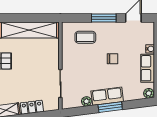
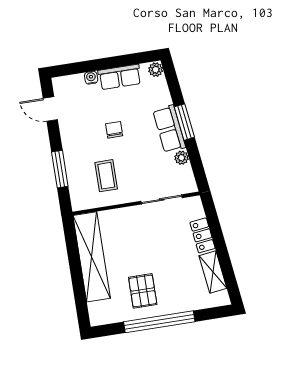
window: (104, 18) -> (60, 169), moved
coffee table: (85, 37) -> (106, 176), moved

